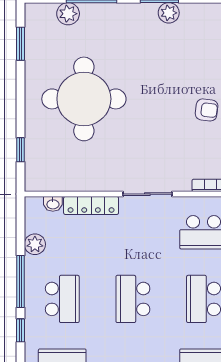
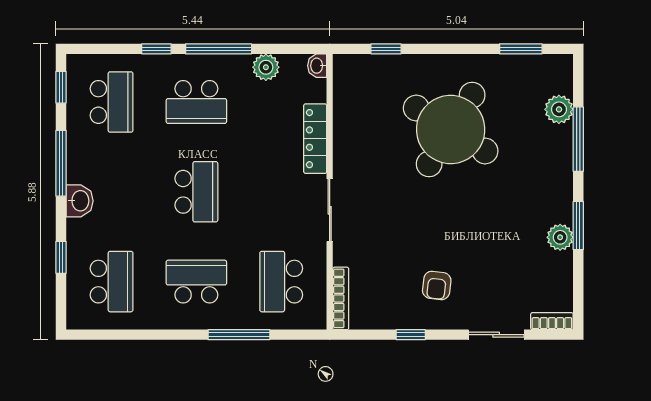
round table: (84, 99) -> (451, 129), turned 32
washbasin: (53, 204) -> (317, 66), moved
school desk: (133, 299) -> (196, 192), turned 90

